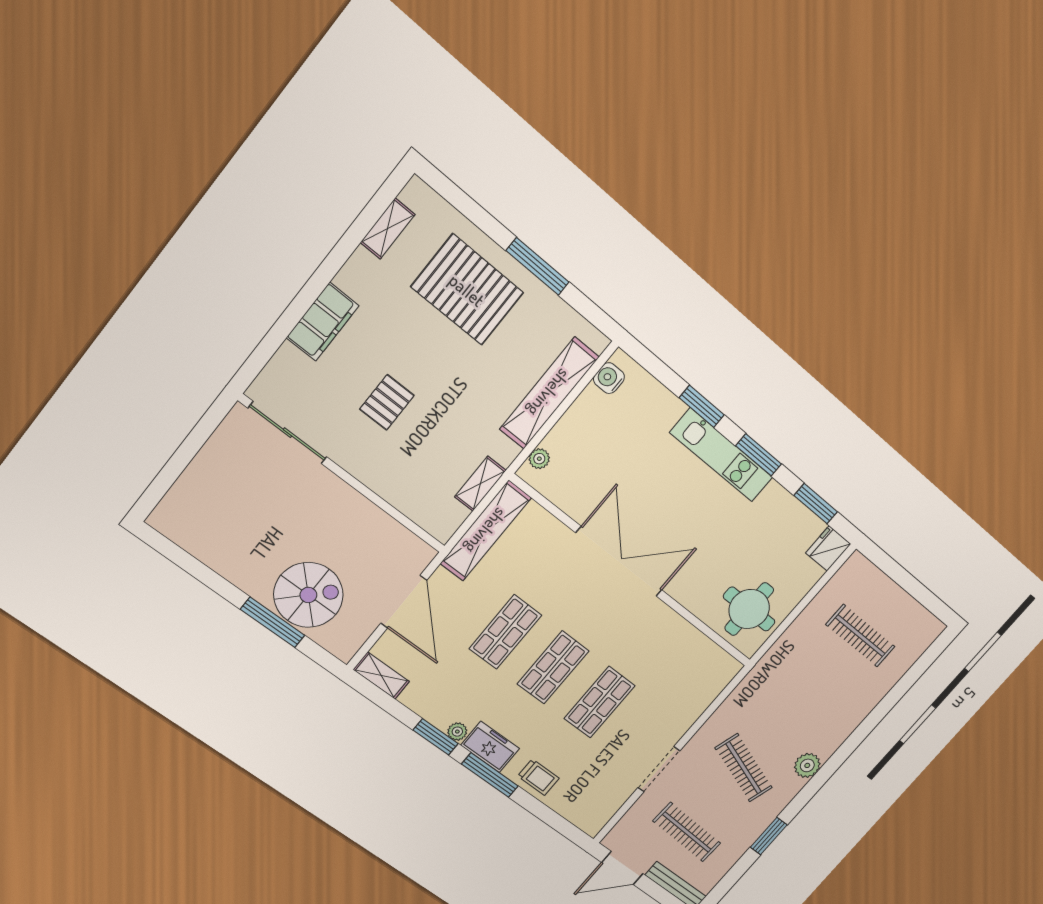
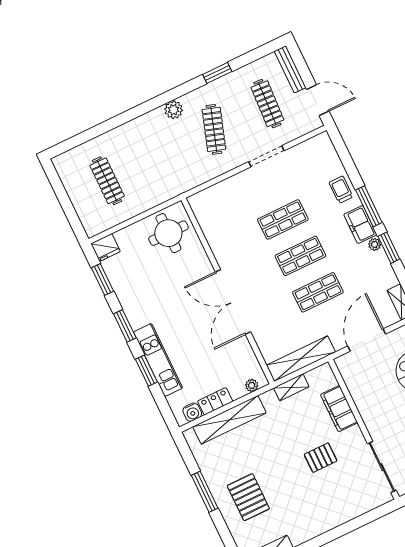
pallet: (467, 290) -> (248, 497), width x0.73, depth x0.71
filing cabinet: (323, 322) -> (339, 409), moved, turned -90
locker: (582, 410) -> (215, 401), added
kitchen unit: (721, 455) -> (158, 360), moved

